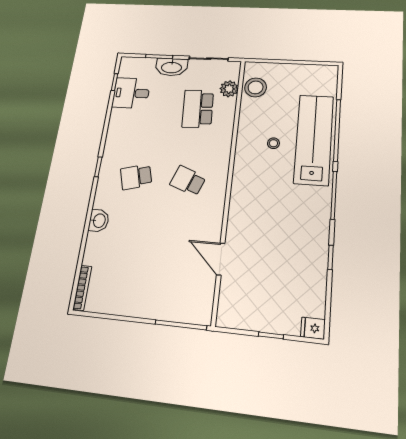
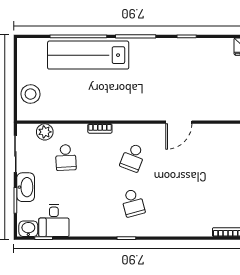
stool: (256, 87) -> (31, 94), moved
school desk: (198, 109) -> (66, 158), width x0.54
stool: (273, 143) -> (94, 89), removed
bookcase: (226, 147) -> (100, 128), added
washbasin: (99, 221) -> (28, 229), moved
door: (221, 259) -> (179, 122), moved

